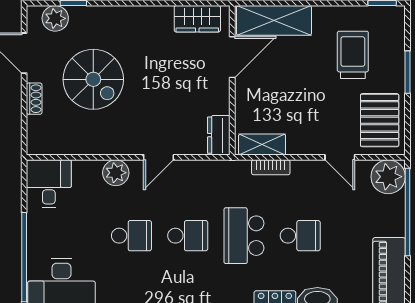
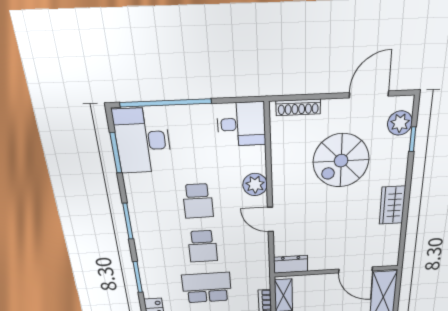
wardrobe: (197, 19) -> (392, 205), moved
shoe rack: (34, 99) -> (298, 107), moved, width x1.43

